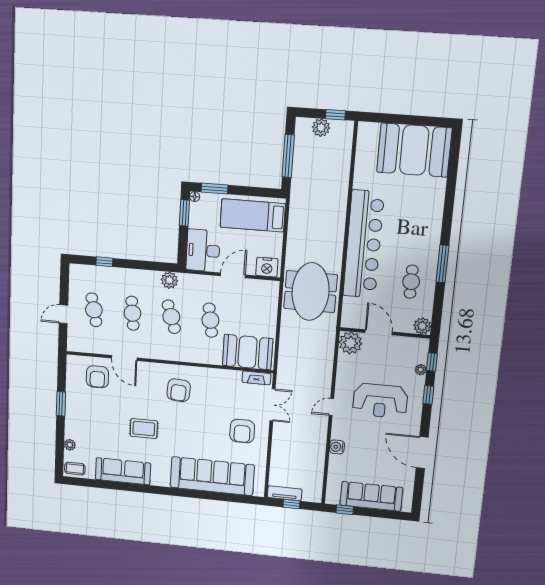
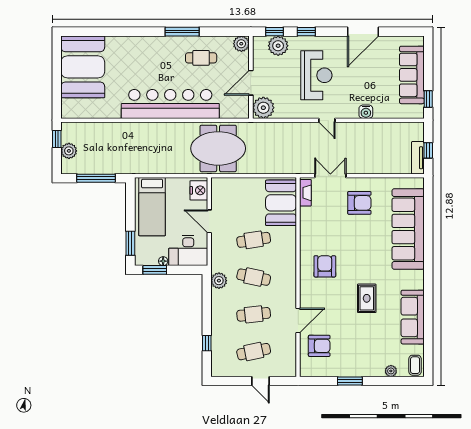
floor lamp: (195, 197) -> (163, 261), moved
cafe table: (171, 317) -> (254, 277), turned 30
plant: (421, 370) -> (278, 46), width x1.87, depth x1.87
armchair: (179, 390) -> (325, 266), turned -94

